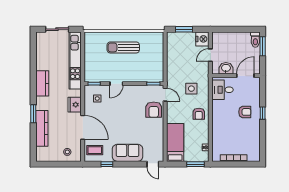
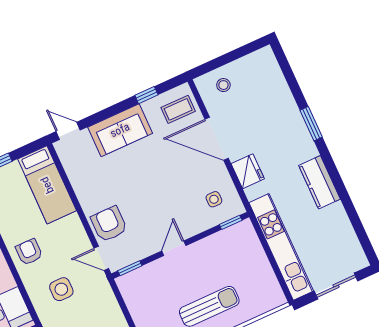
door: (116, 84) -> (174, 248), moved
kitchen counter: (42, 128) -> (285, 105), removed

